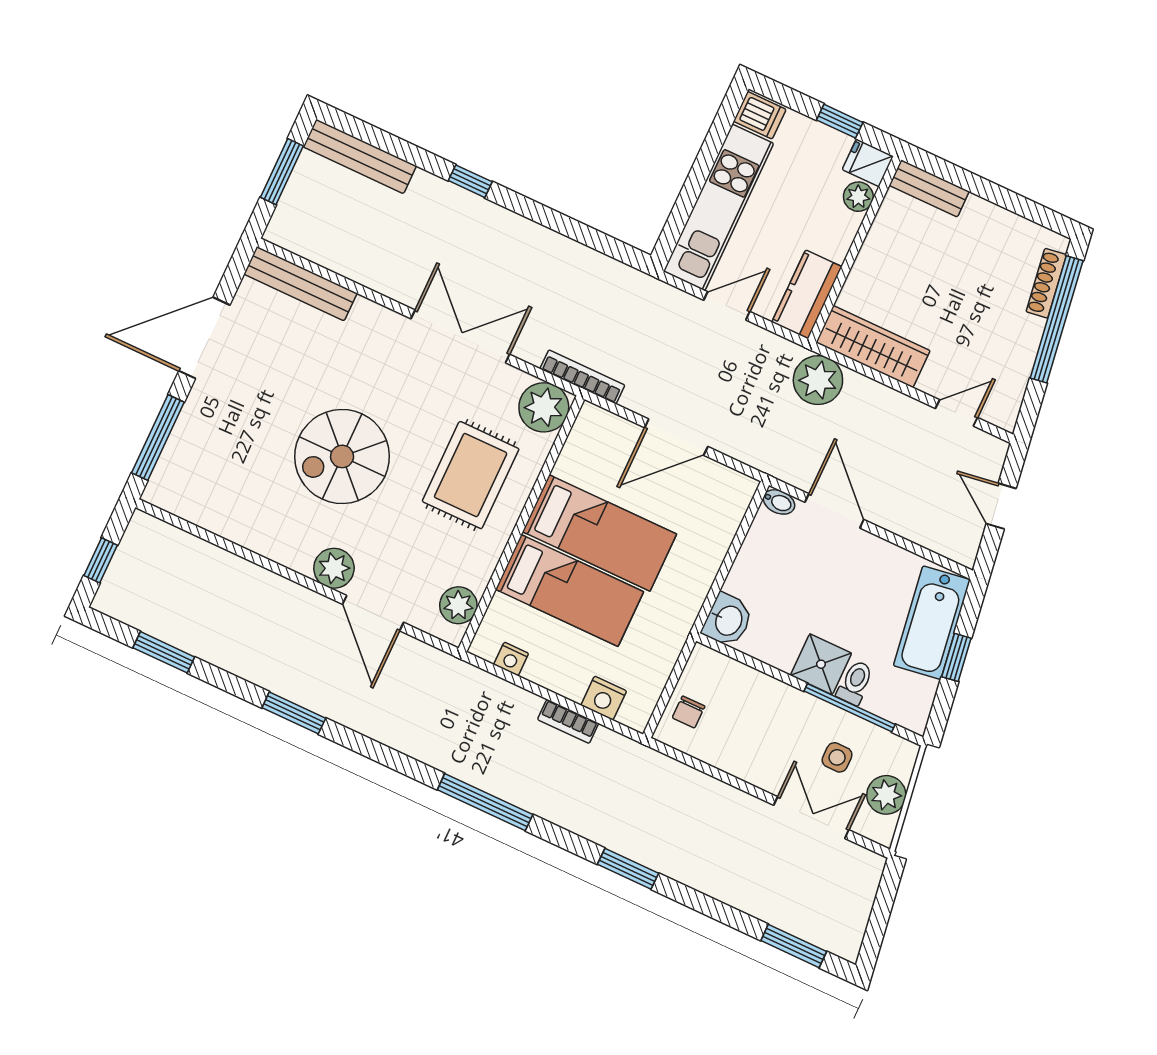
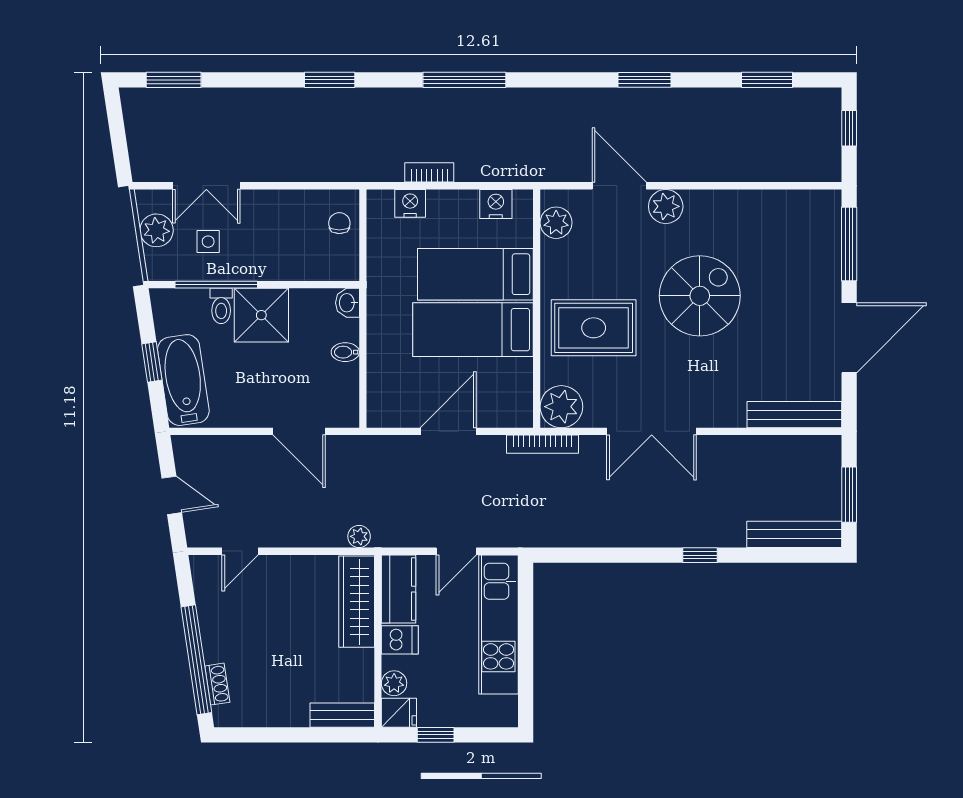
dishwasher: (760, 115) -> (400, 640), moved, turned 180
shoe rack: (1046, 283) -> (217, 684), width x0.70
wardrobe: (873, 347) -> (357, 602), moved, turned 90
plant: (818, 380) -> (359, 536), width x0.53, depth x0.53
rug: (471, 475) -> (594, 328), turned 90
bidet: (779, 502) -> (345, 352), moved
washbasin: (728, 620) -> (348, 303), width x0.72, depth x0.69
nightstand: (511, 659) -> (496, 204), width x1.39, depth x1.35
shower: (821, 664) -> (261, 315), width x1.36, depth x1.36

